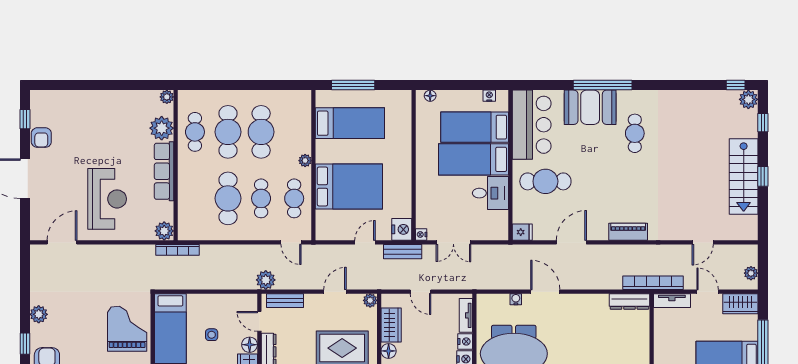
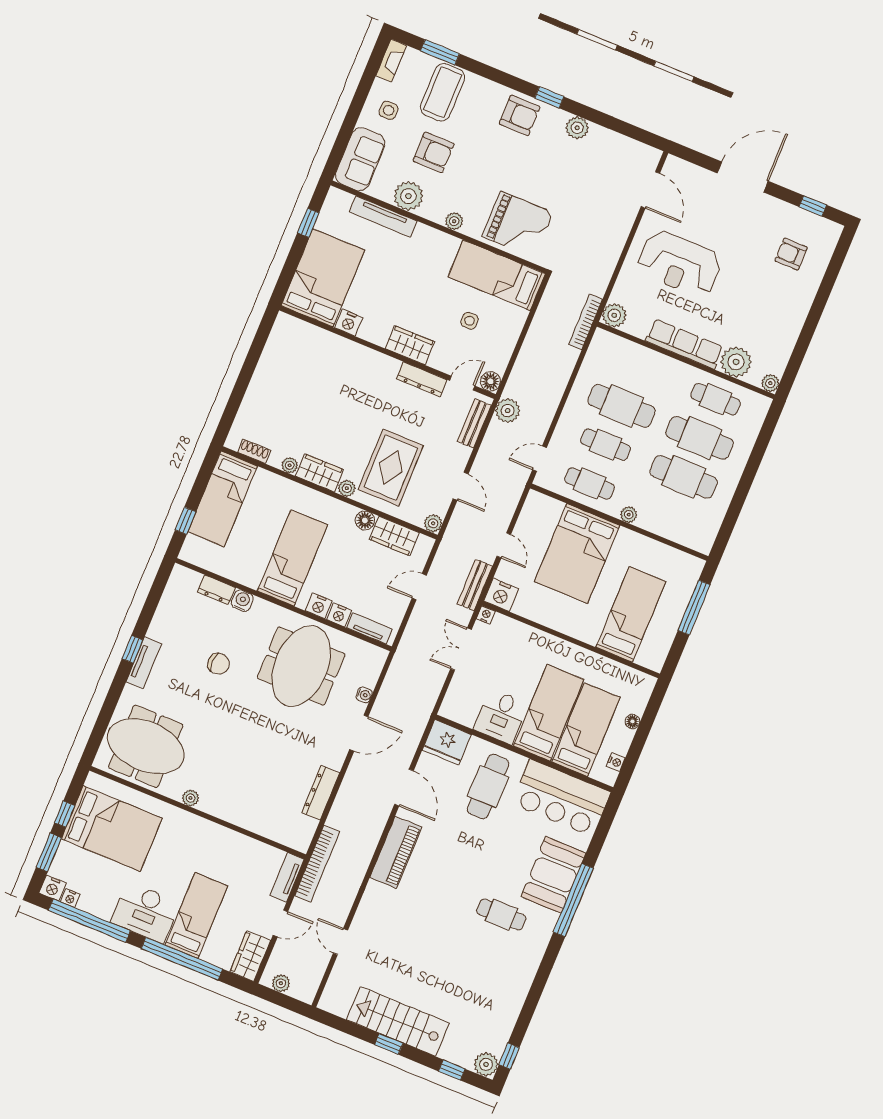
floor lamp: (430, 96) -> (632, 721), moved
bed: (350, 123) -> (631, 614), moved, turned 180
armchair: (41, 138) -> (791, 254), moved
fridge: (522, 232) -> (447, 742), width x1.88, depth x1.34
piano: (628, 232) -> (396, 852), width x1.37, depth x1.33
dresser: (629, 301) -> (321, 793), moved
floor lamp: (250, 345) -> (490, 381), moved

